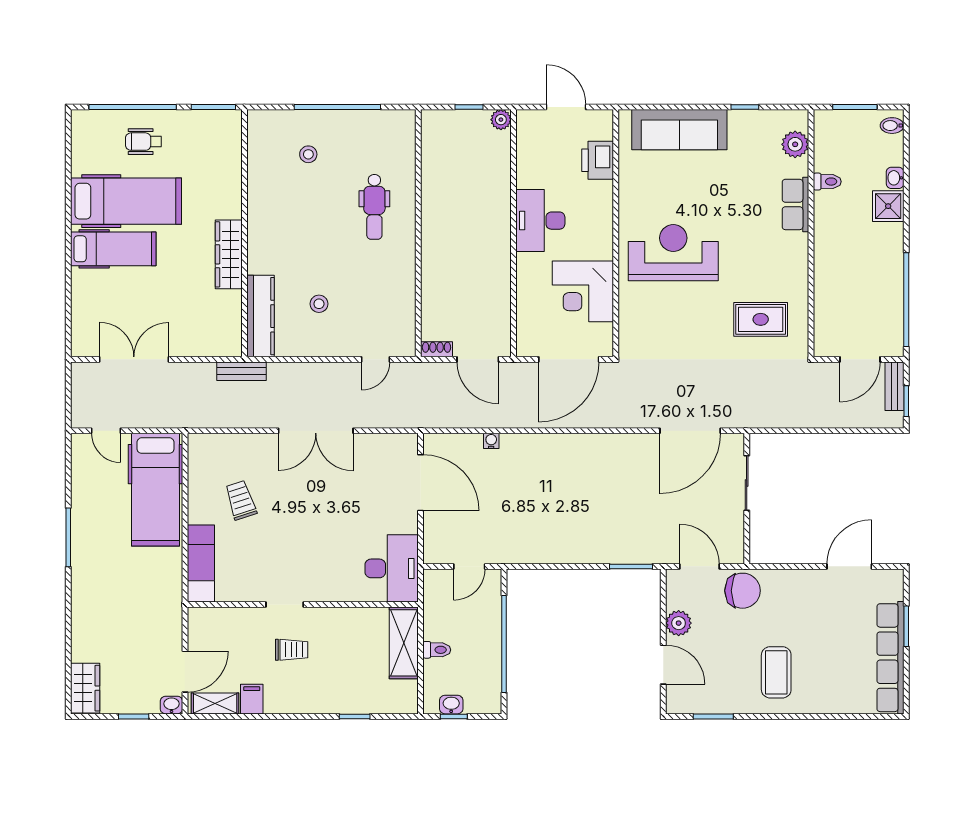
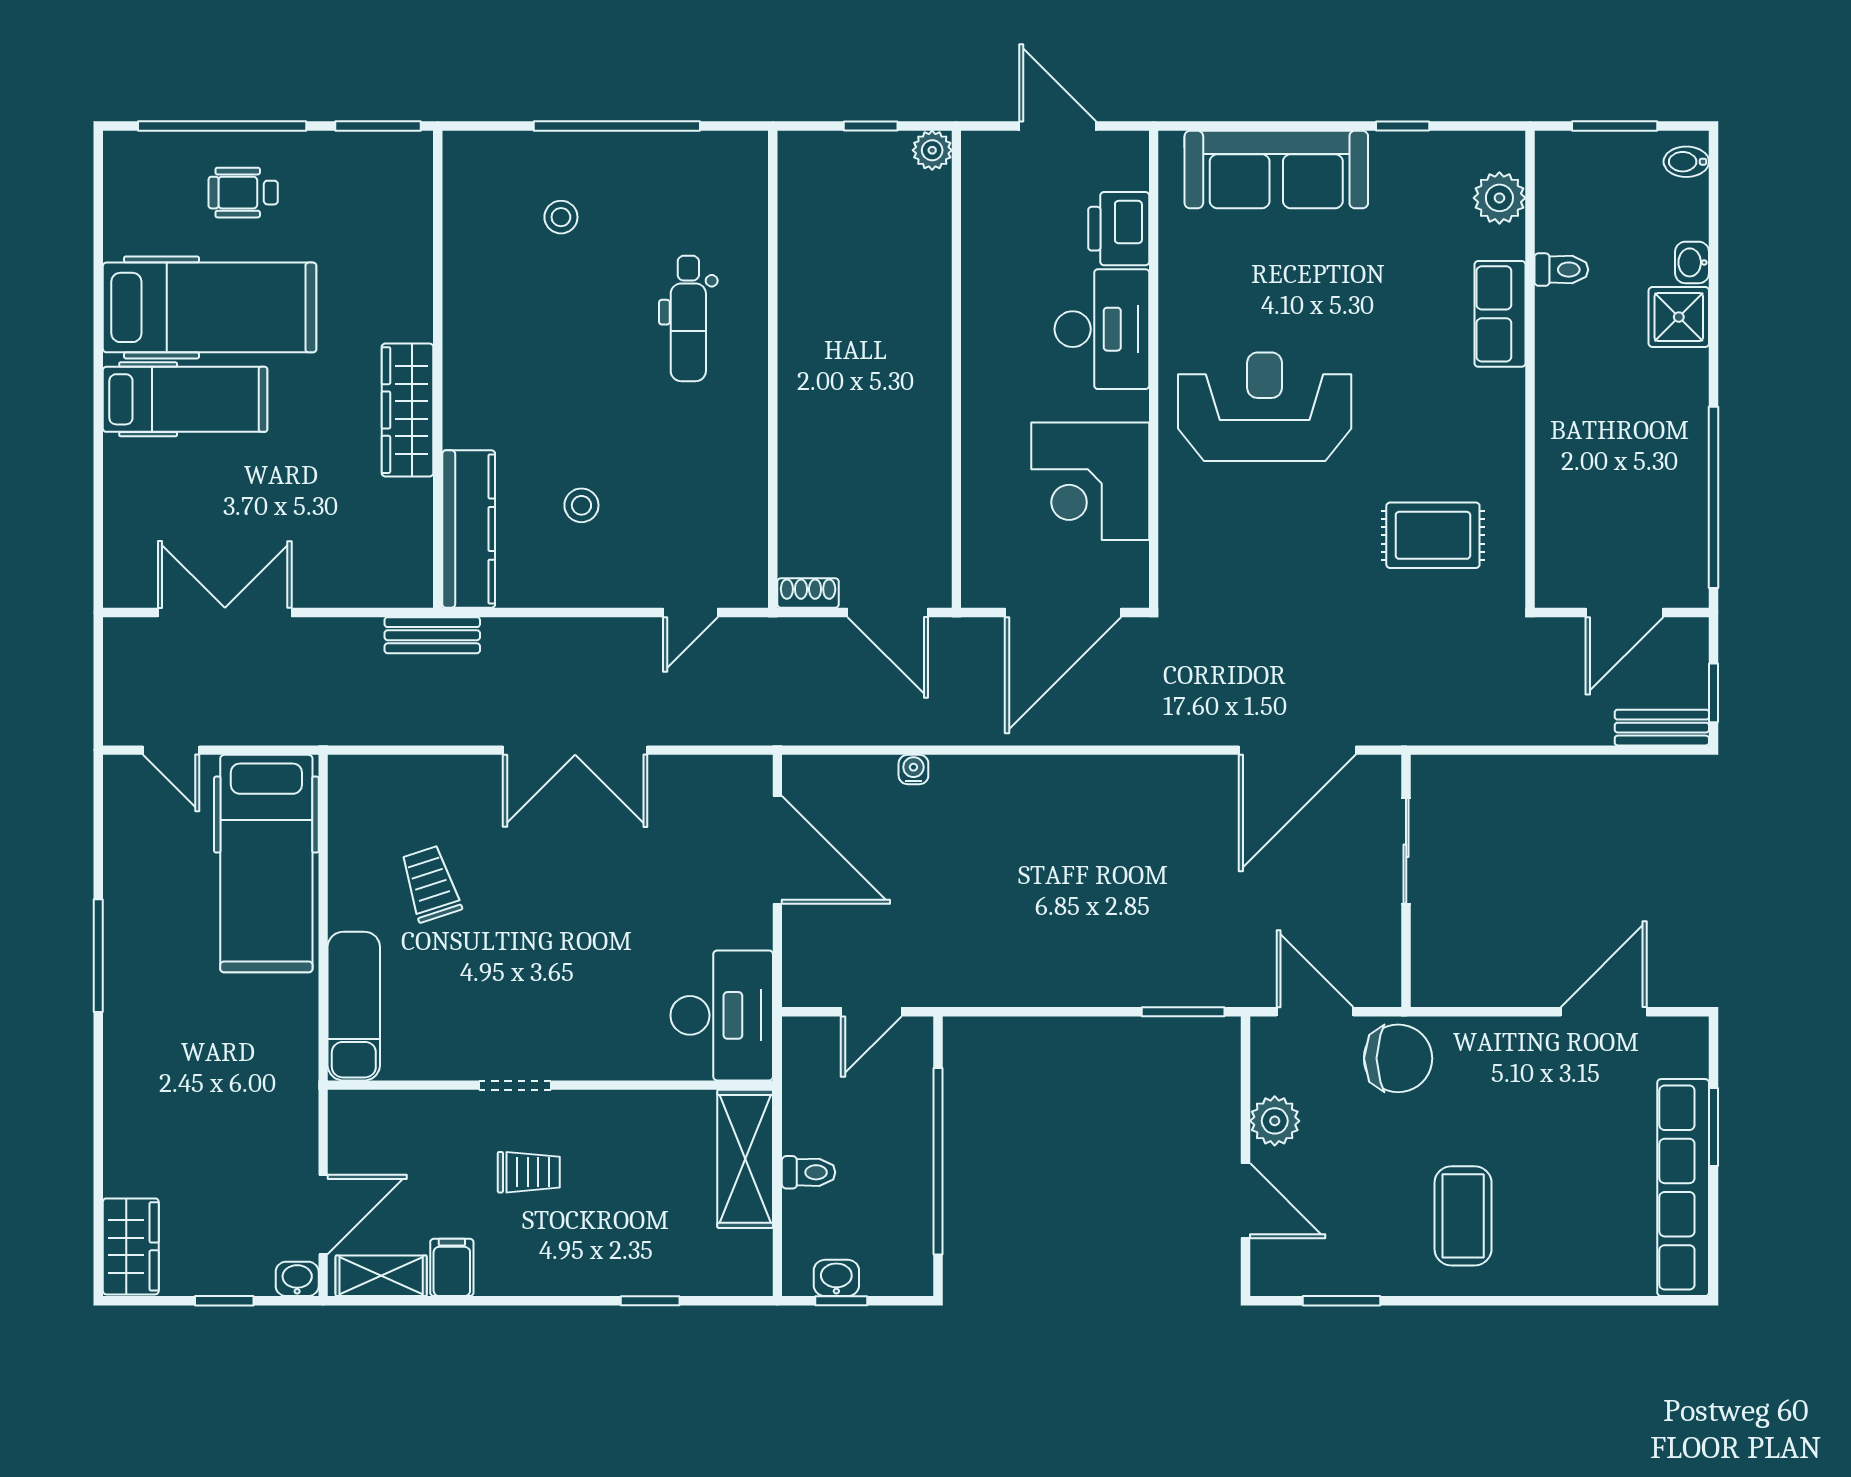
desk: (540, 221) -> (1102, 329), moved, turned 180
bench: (894, 386) -> (1662, 728), moved, turned 90

